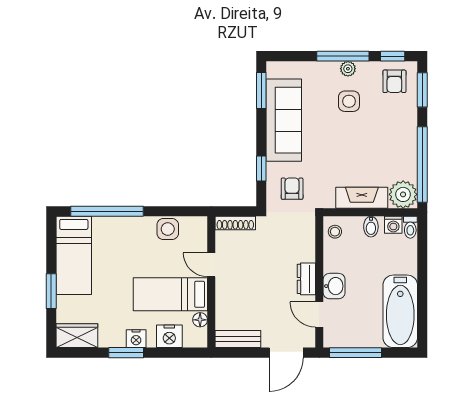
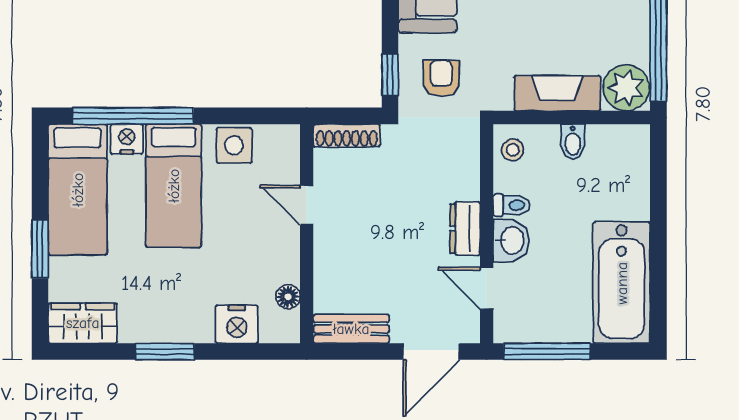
window: (261, 169) -> (390, 75), moved
washing machine: (393, 225) -> (610, 138), removed
toilet: (410, 227) -> (512, 205), moved, turned -90
bed: (170, 294) -> (174, 186), moved, turned -90
nightstand: (136, 339) -> (127, 139), moved, turned 180

